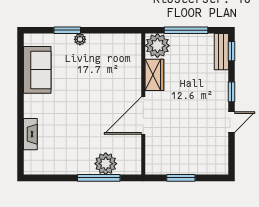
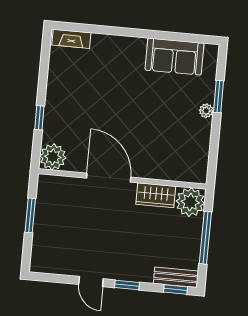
fireplace: (30, 134) -> (71, 39), moved
plant: (106, 164) -> (53, 157), moved
window: (99, 178) -> (39, 118), width x0.46

